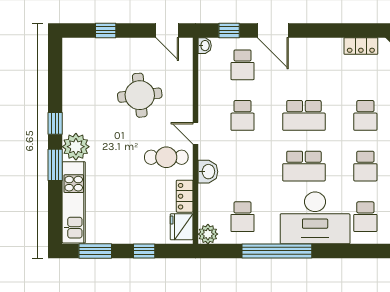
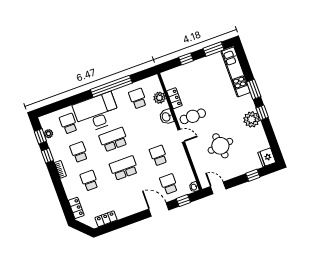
plant: (76, 147) -> (252, 119), moved
fridge: (182, 227) -> (267, 157), moved, turned 180
plant: (208, 234) -> (159, 98), moved

